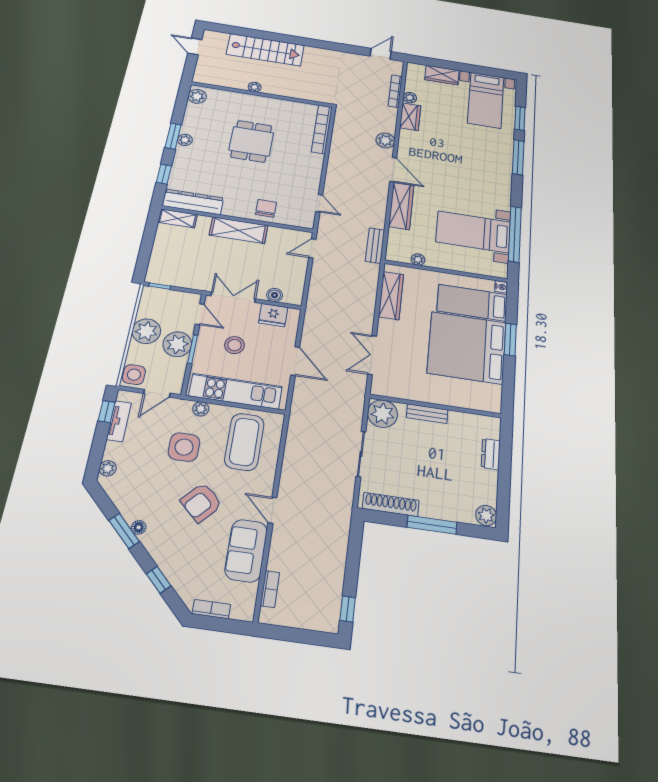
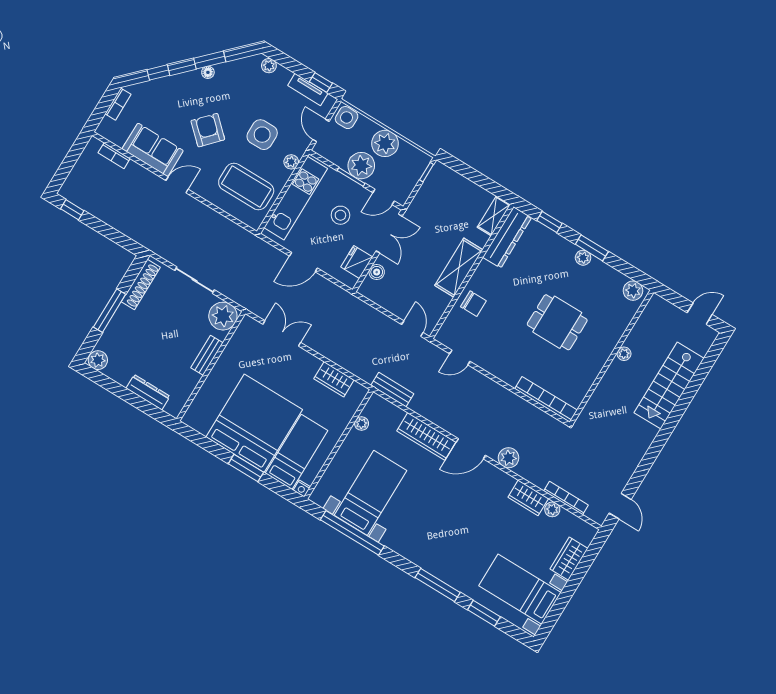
wardrobe: (391, 296) -> (334, 379), width x0.67
dresser: (491, 454) -> (148, 392), width x1.44

